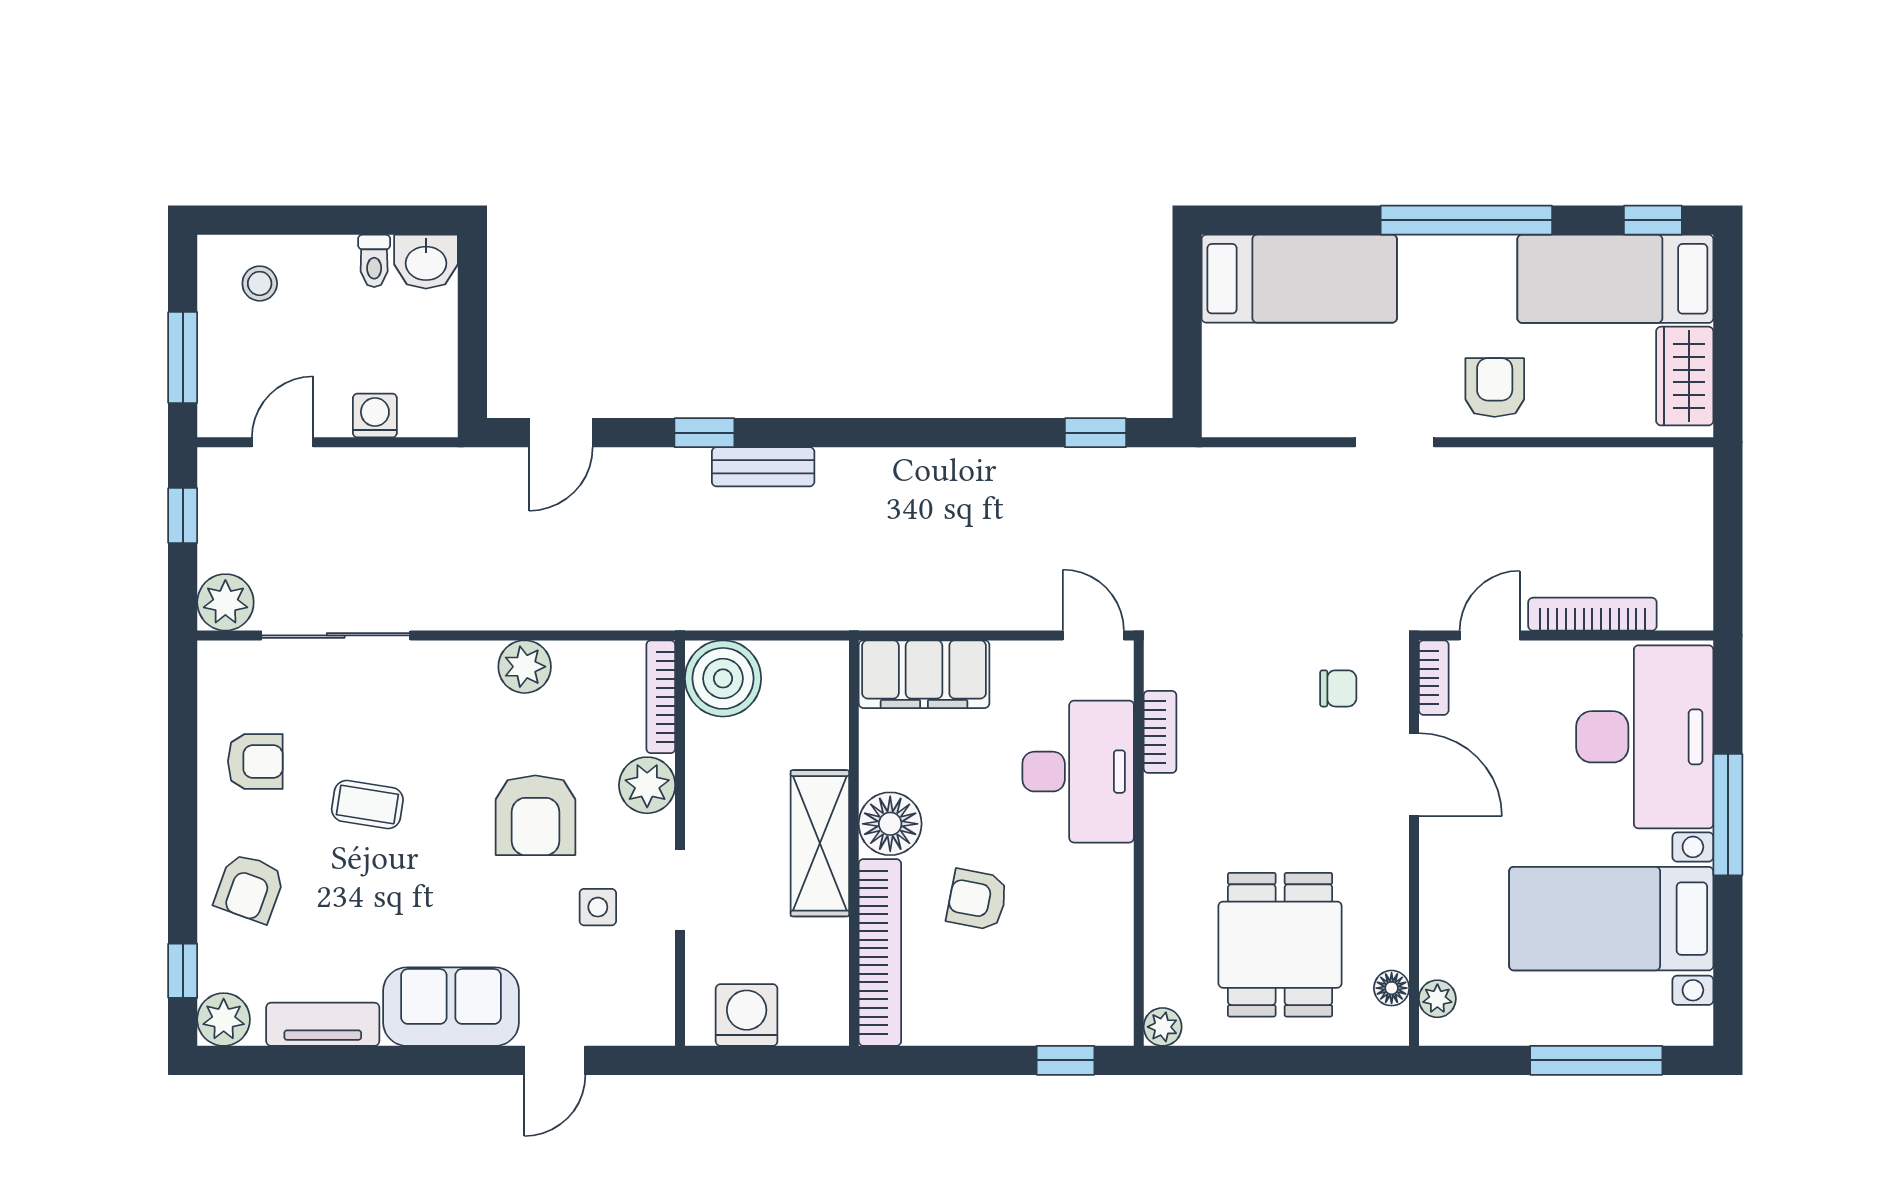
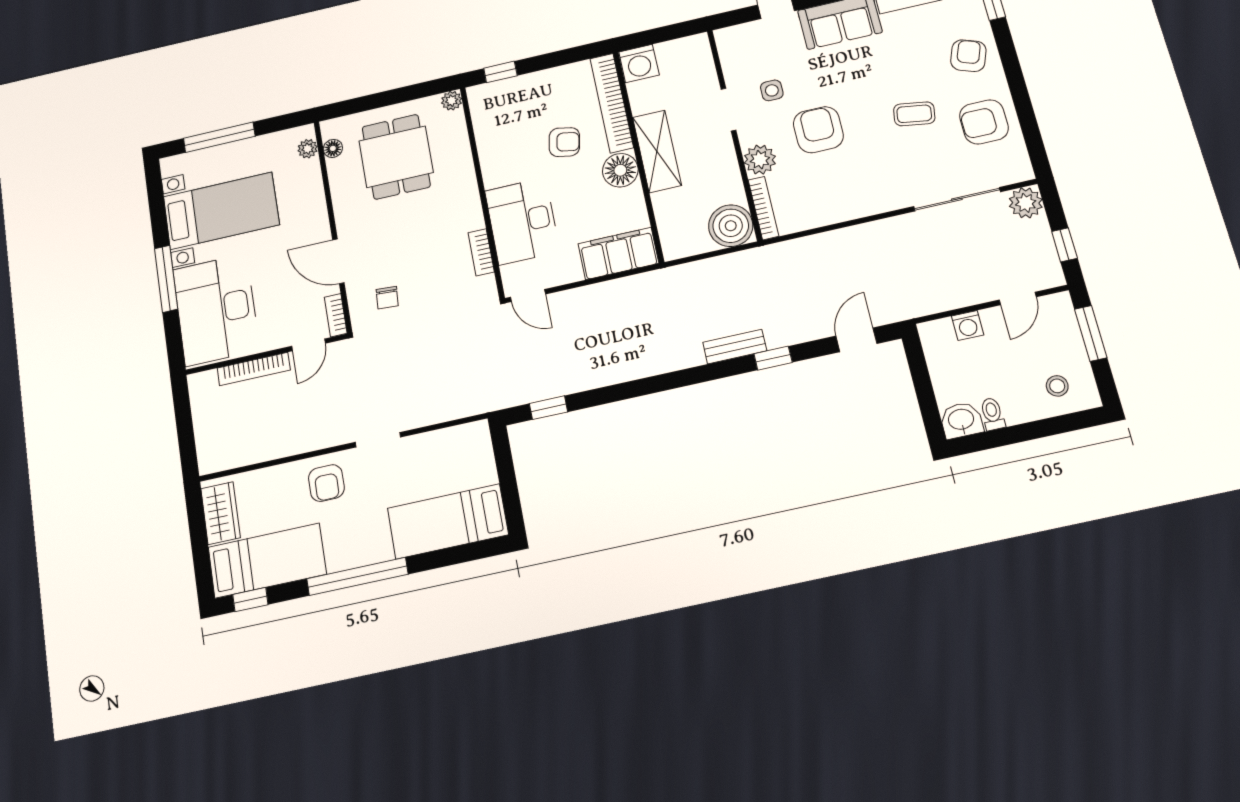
plant: (525, 667) -> (845, 207), removed
chair: (1338, 688) -> (387, 298), turned -86
armchair: (255, 761) -> (984, 122), width x1.38, depth x1.38
washing machine: (747, 1015) -> (639, 63), moved

